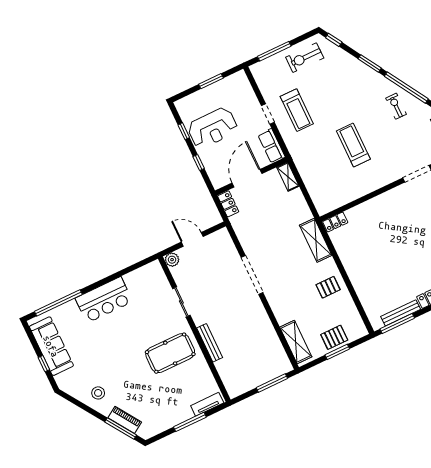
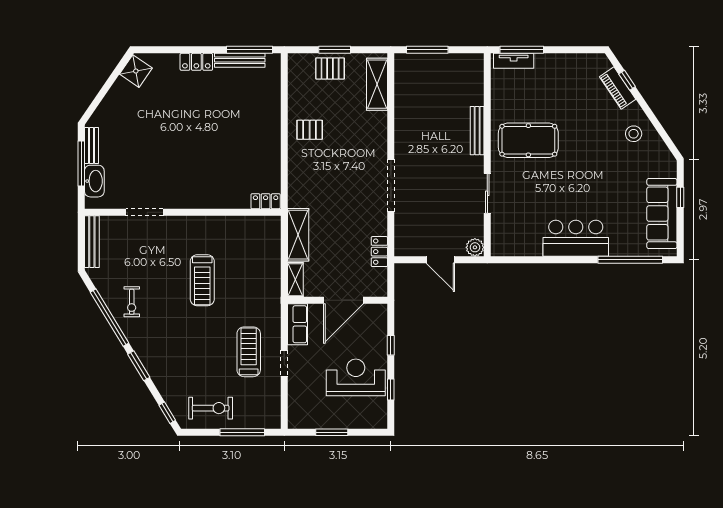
locker: (228, 204) -> (379, 252), moved
shelving: (316, 240) -> (298, 235), moved
window: (190, 422) -> (522, 50), moved
window: (121, 429) -> (627, 80), width x0.46

